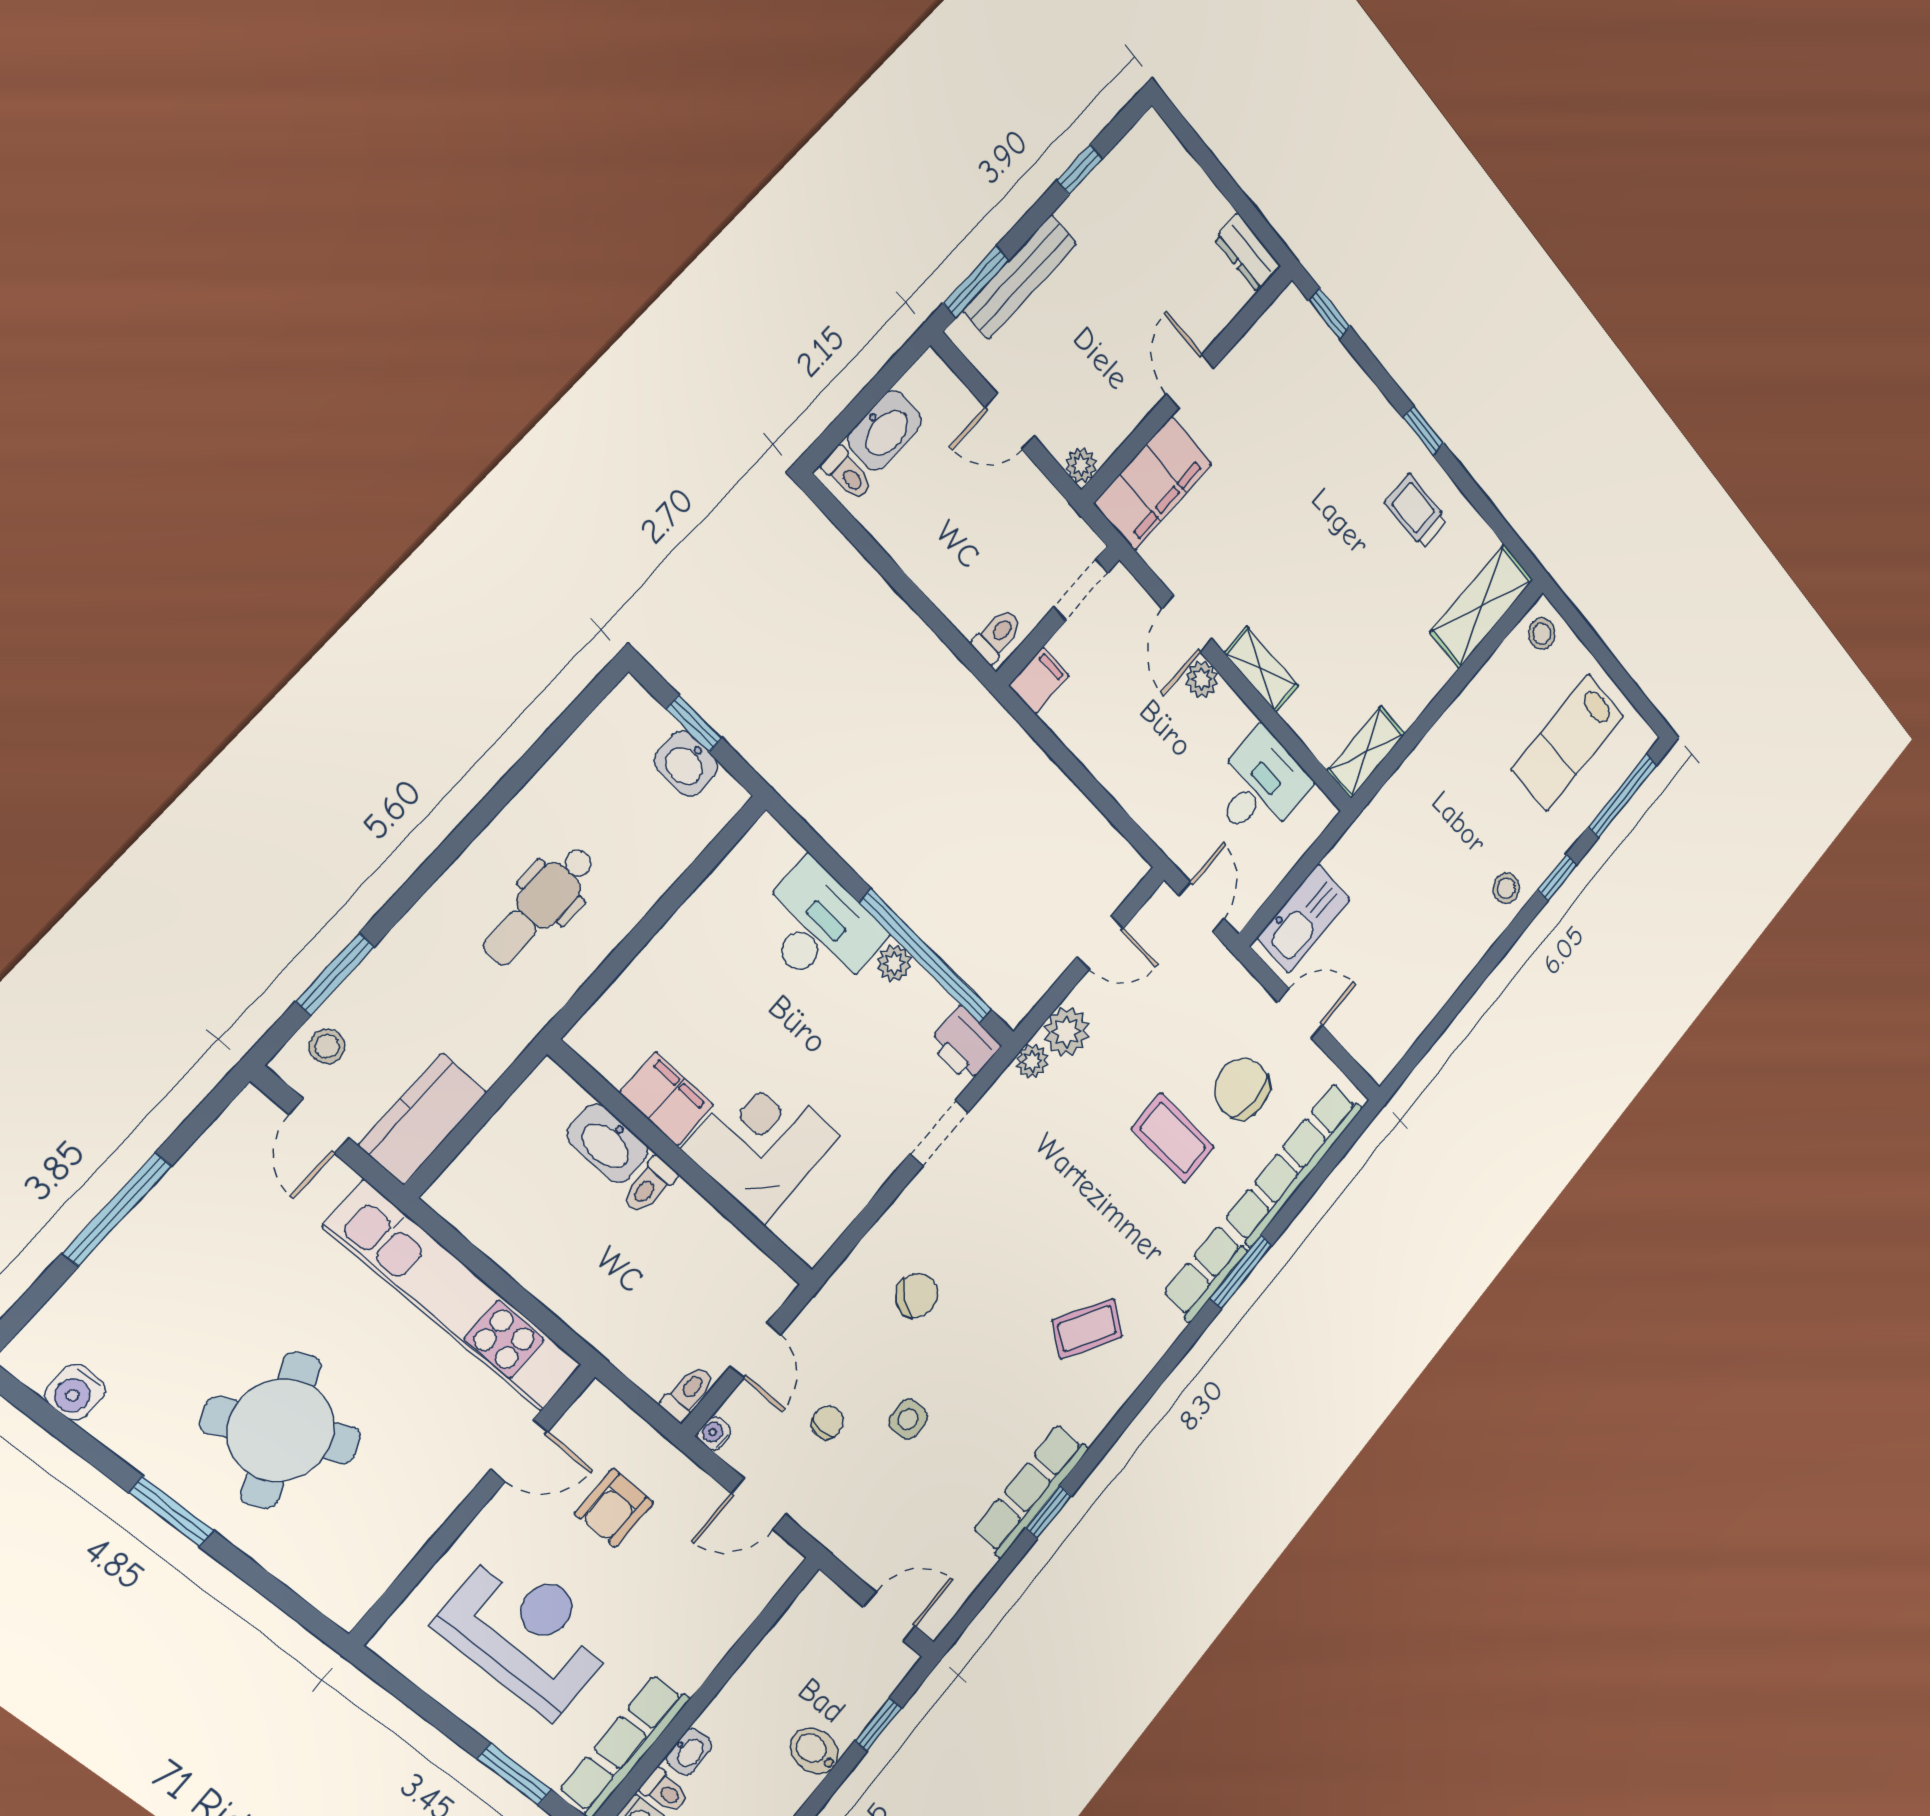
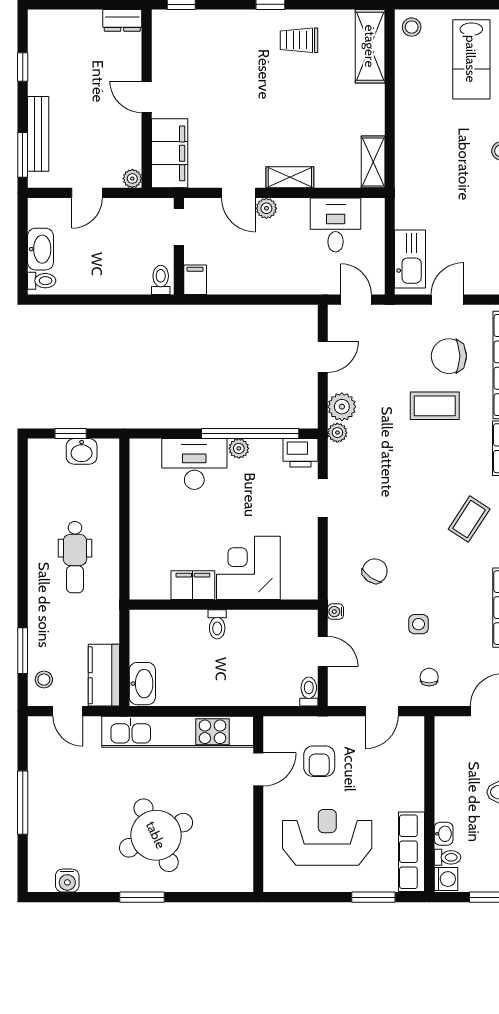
washbasin: (608, 1143) -> (142, 684), moved, turned -90
chair: (827, 1422) -> (429, 677), moved
water cooler: (714, 1433) -> (336, 612), moved

